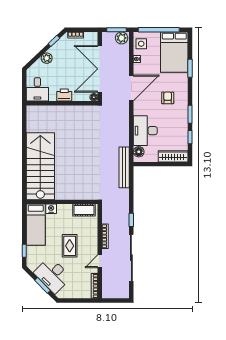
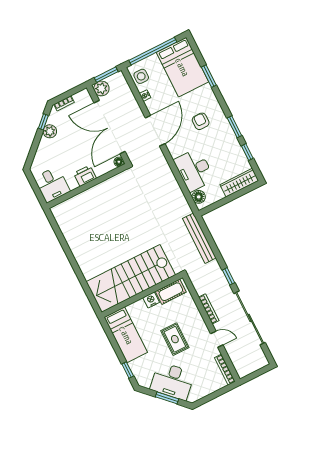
plant: (122, 38) -> (101, 88), moved
plant: (47, 58) -> (50, 131), moved
stairs: (40, 166) -> (131, 278), moved, turned -90
bench: (124, 167) -> (199, 238), moved
nightstand: (51, 209) -> (151, 300), moved
door: (100, 261) -> (217, 339), swing flipped

